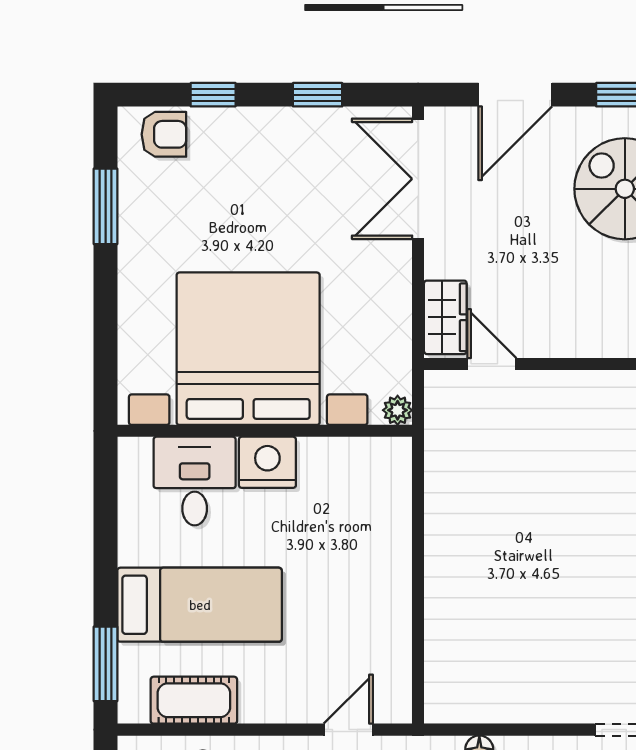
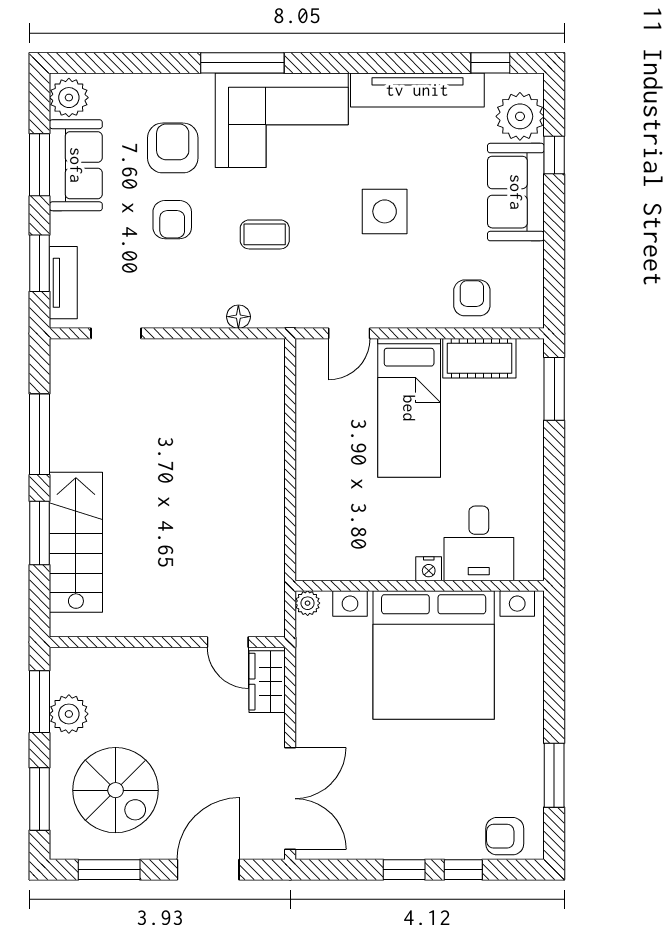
window: (318, 95) -> (404, 870), moved
nightstand: (267, 462) -> (429, 569), width x0.53, depth x0.56
bed: (200, 605) -> (409, 408), moved, turned -90

